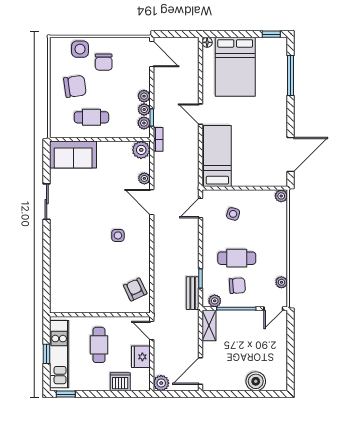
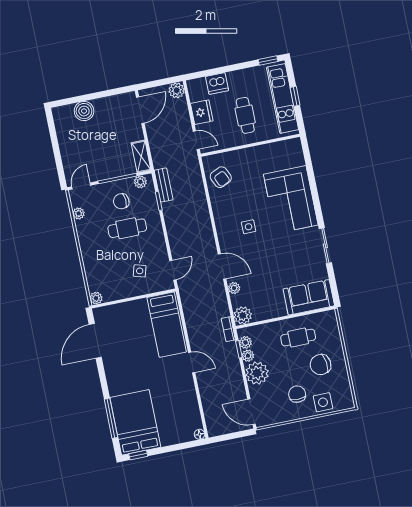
bed: (235, 67) -> (135, 422), moved
plant: (144, 96) -> (257, 373), width x1.88, depth x1.88
corner sofa: (71, 254) -> (291, 200), added

